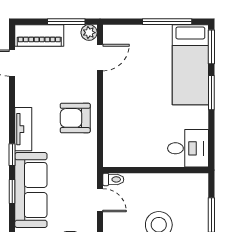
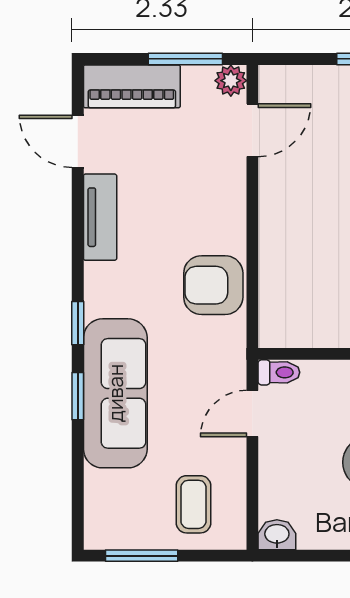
armchair: (75, 118) -> (213, 285), moved
tv unit: (23, 129) -> (100, 217), moved
door: (100, 200) -> (252, 414), swing flipped

